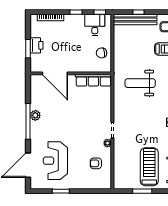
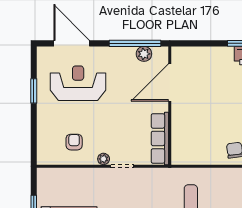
door: (55, 73) -> (170, 82), moved
wall: (71, 73) -> (170, 106), moved
row of seats: (93, 80) -> (160, 138), moved

